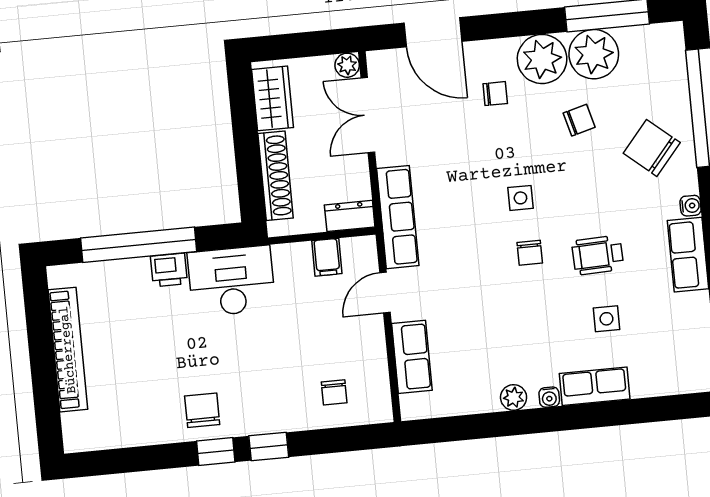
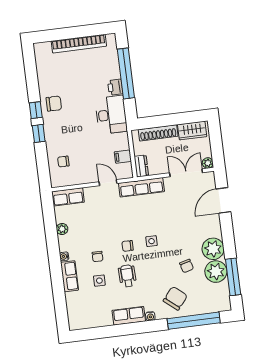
chair: (495, 94) -> (98, 257), moved
row of seats: (412, 357) -> (68, 197), moved
plant: (514, 397) -> (62, 229), moved

